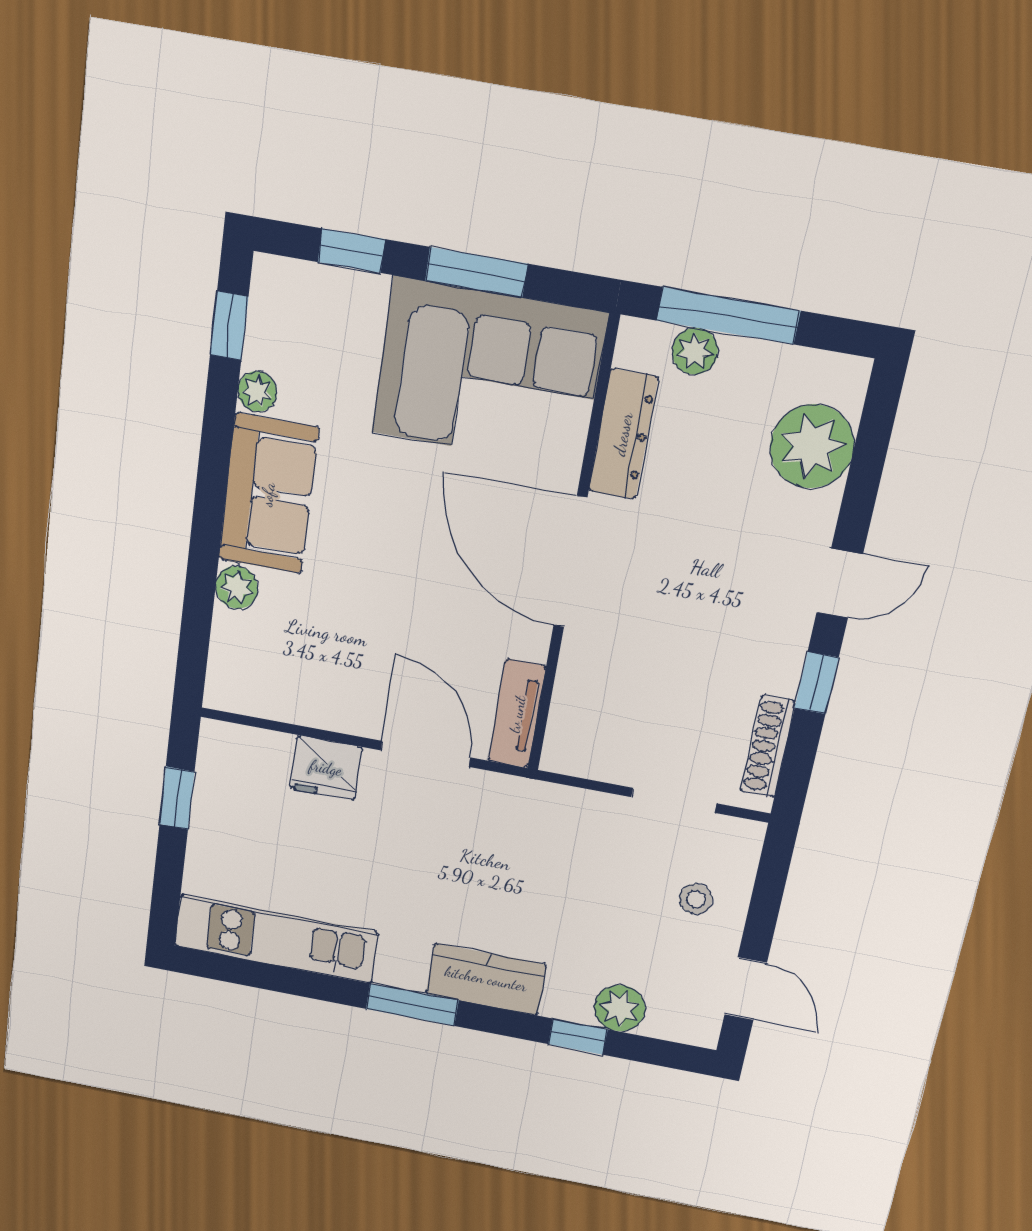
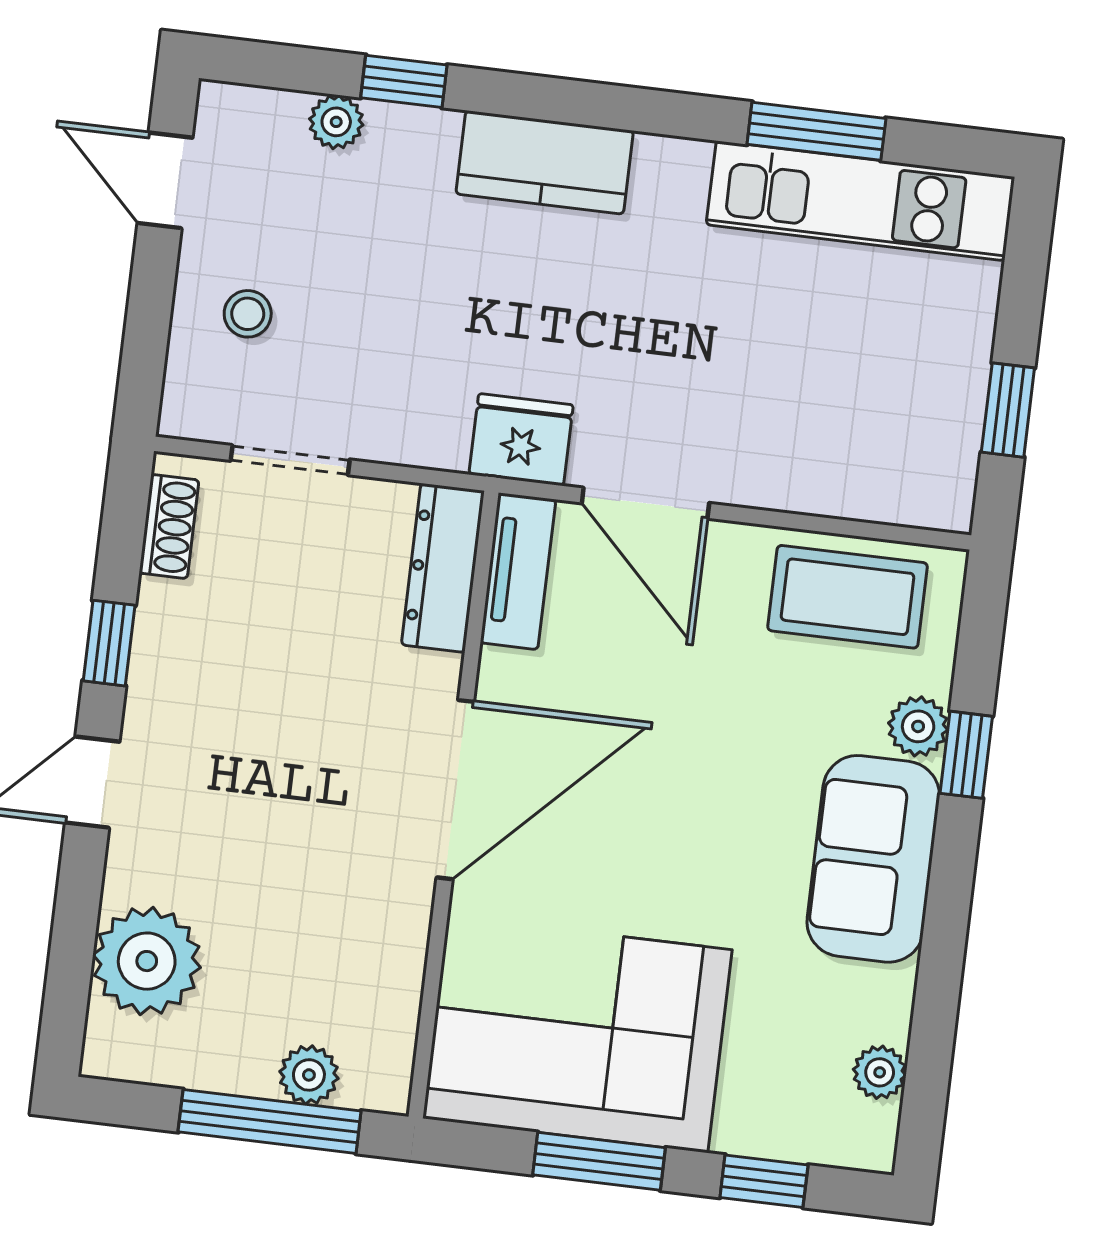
window: (229, 326) -> (966, 755), moved
plant: (257, 392) -> (880, 1072), moved
dresser: (623, 434) -> (443, 568), moved
door: (570, 562) -> (455, 790), hinge flipped
coffee table: (286, 681) -> (848, 597), added
shoe rack: (768, 747) -> (169, 527), width x0.70
fridge: (326, 768) -> (521, 440), moved
window: (412, 1005) -> (816, 131), moved
plant: (620, 1008) -> (336, 122), width x0.73, depth x0.73

